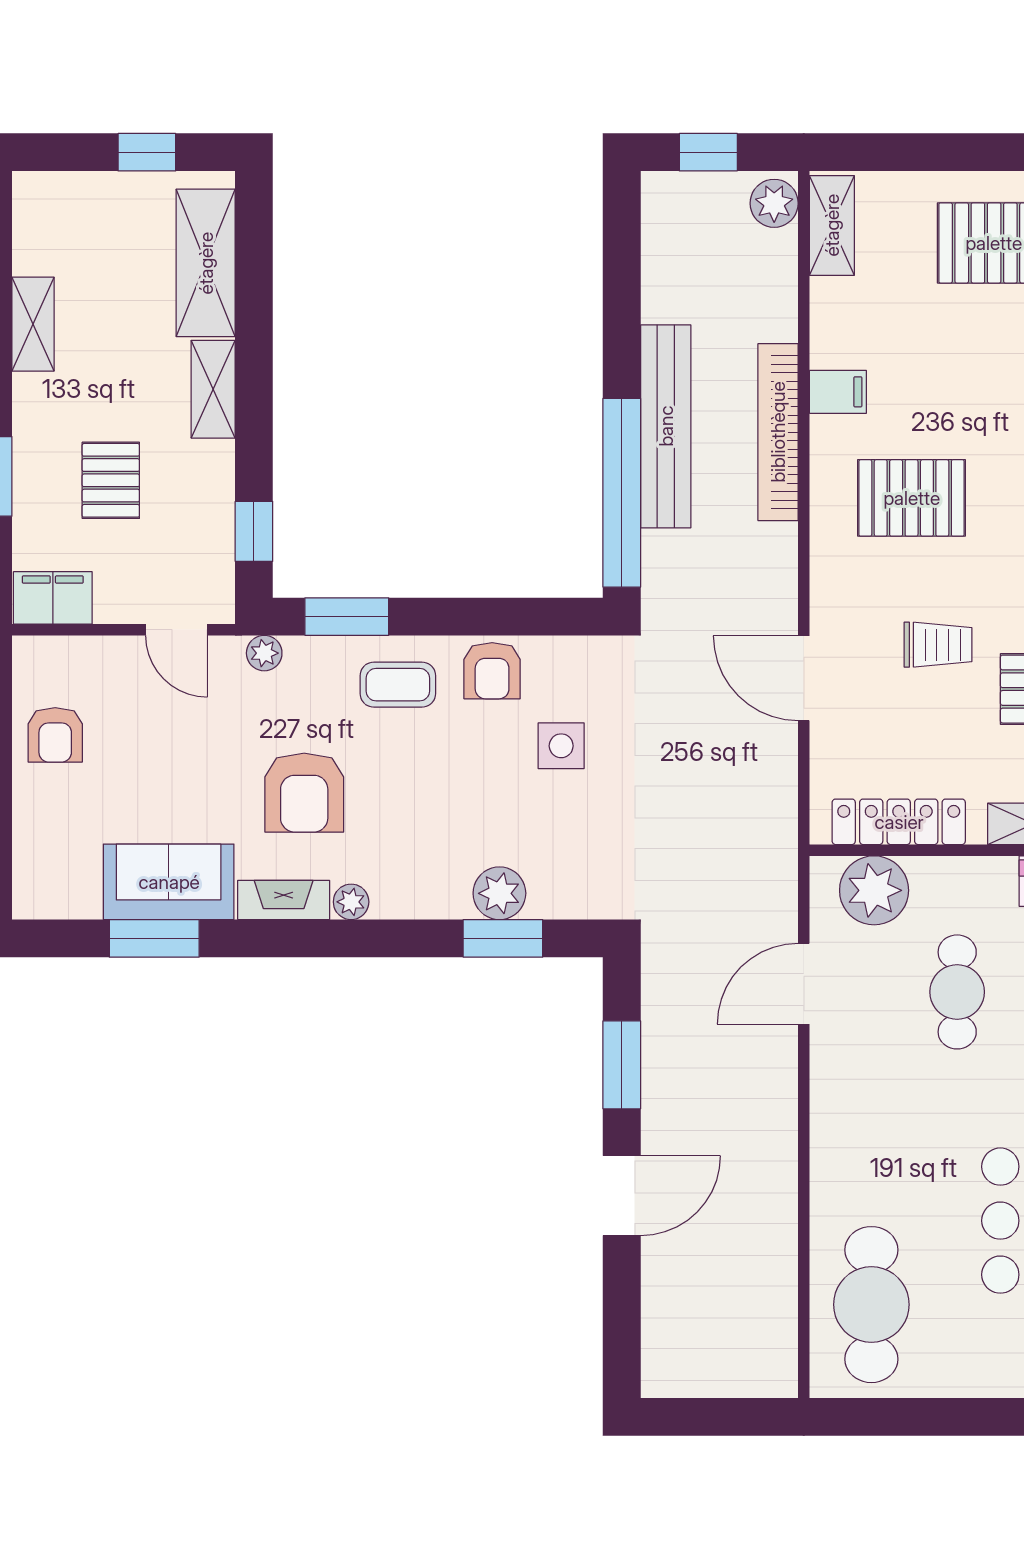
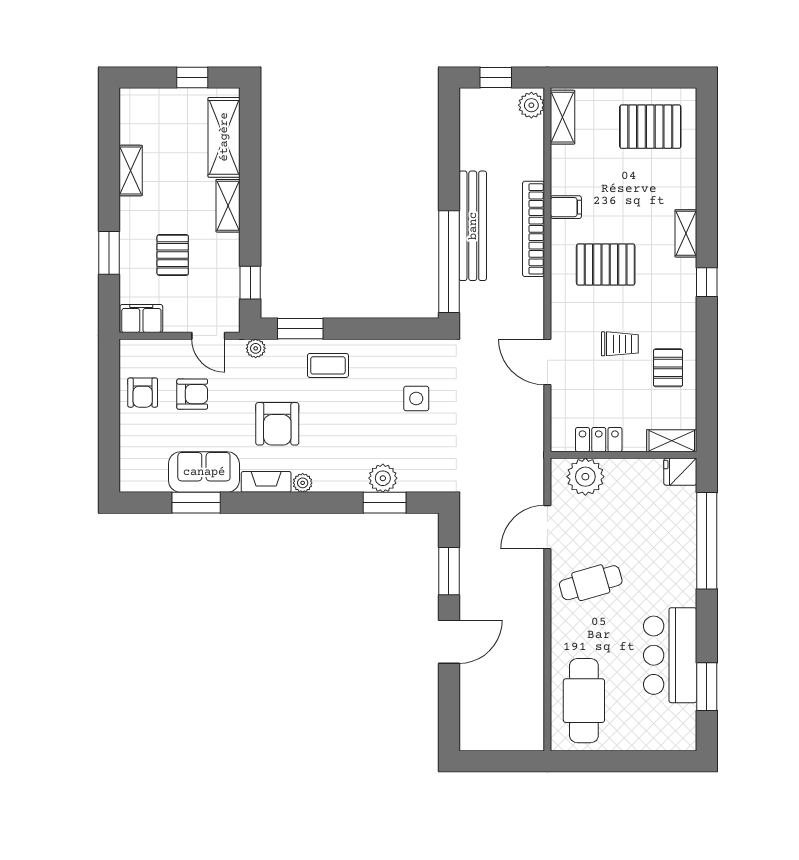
armchair: (492, 671) -> (192, 394), moved, turned -90
locker: (899, 822) -> (599, 440), width x0.66
cafe table: (957, 992) -> (591, 583), moved, turned 74

